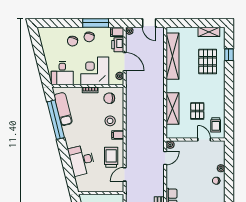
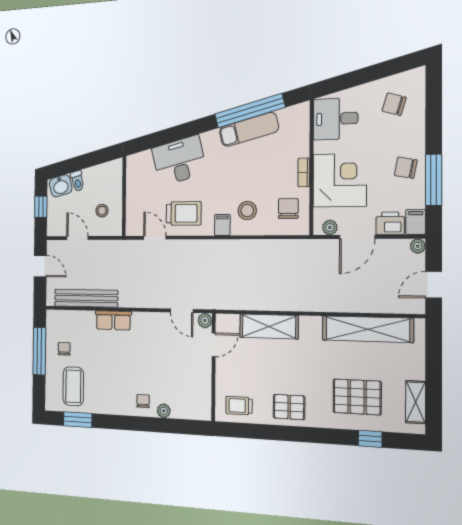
chair: (73, 41) -> (394, 104), moved
exam couch: (63, 109) -> (249, 129), moved
pallet: (197, 111) -> (289, 407), moved
door: (204, 140) -> (214, 345), moved

